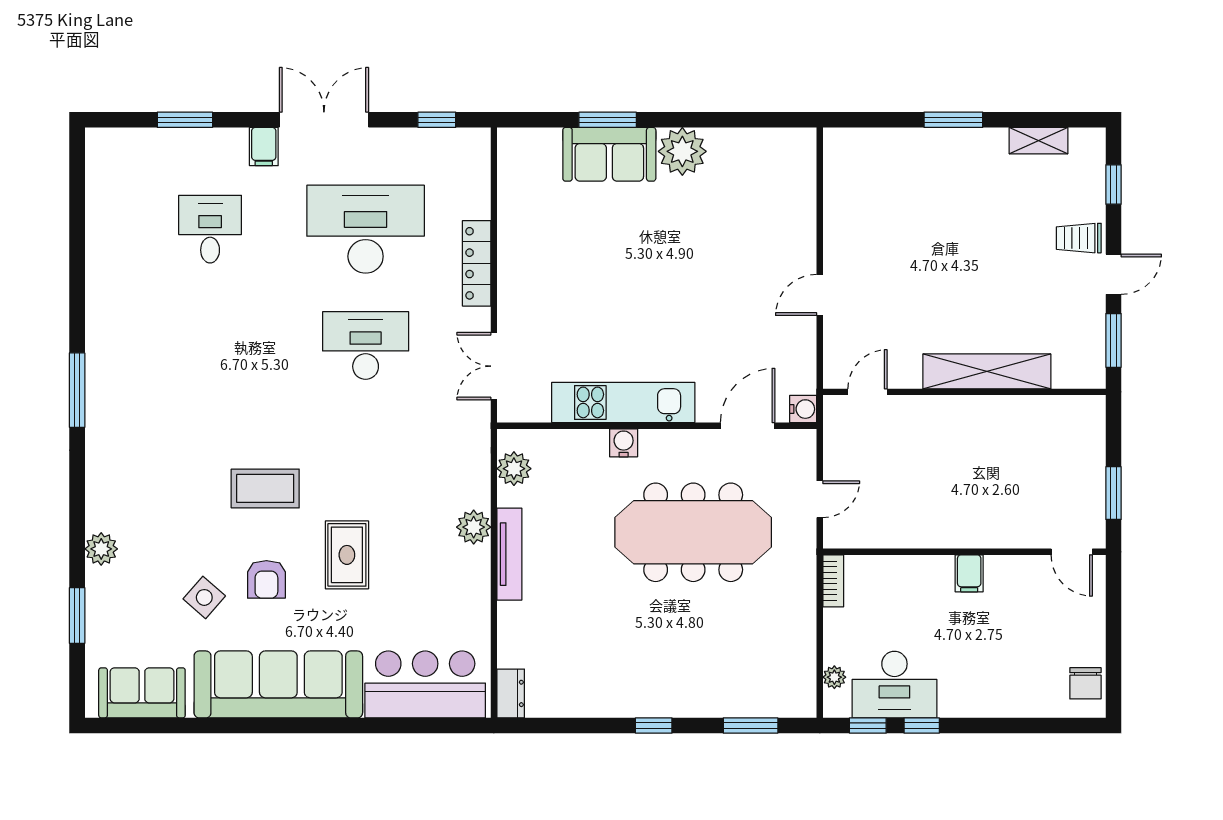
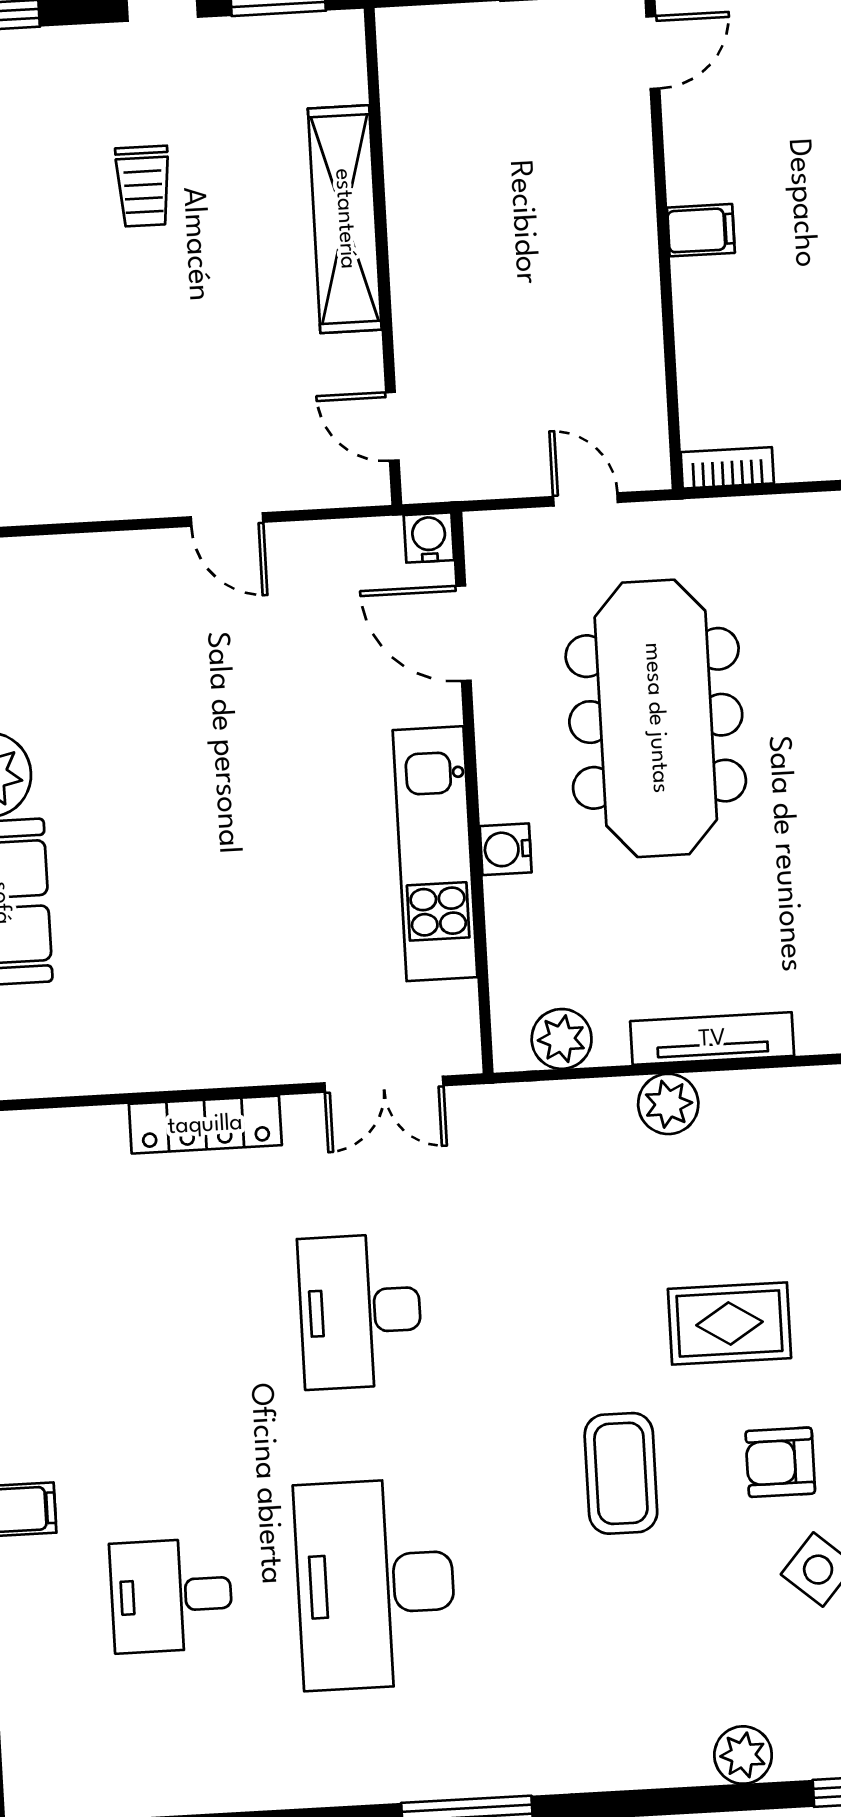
desk: (366, 229) -> (376, 1584), moved
trolley: (1079, 238) -> (143, 186), moved
armchair: (266, 579) -> (780, 1462), turned 180

